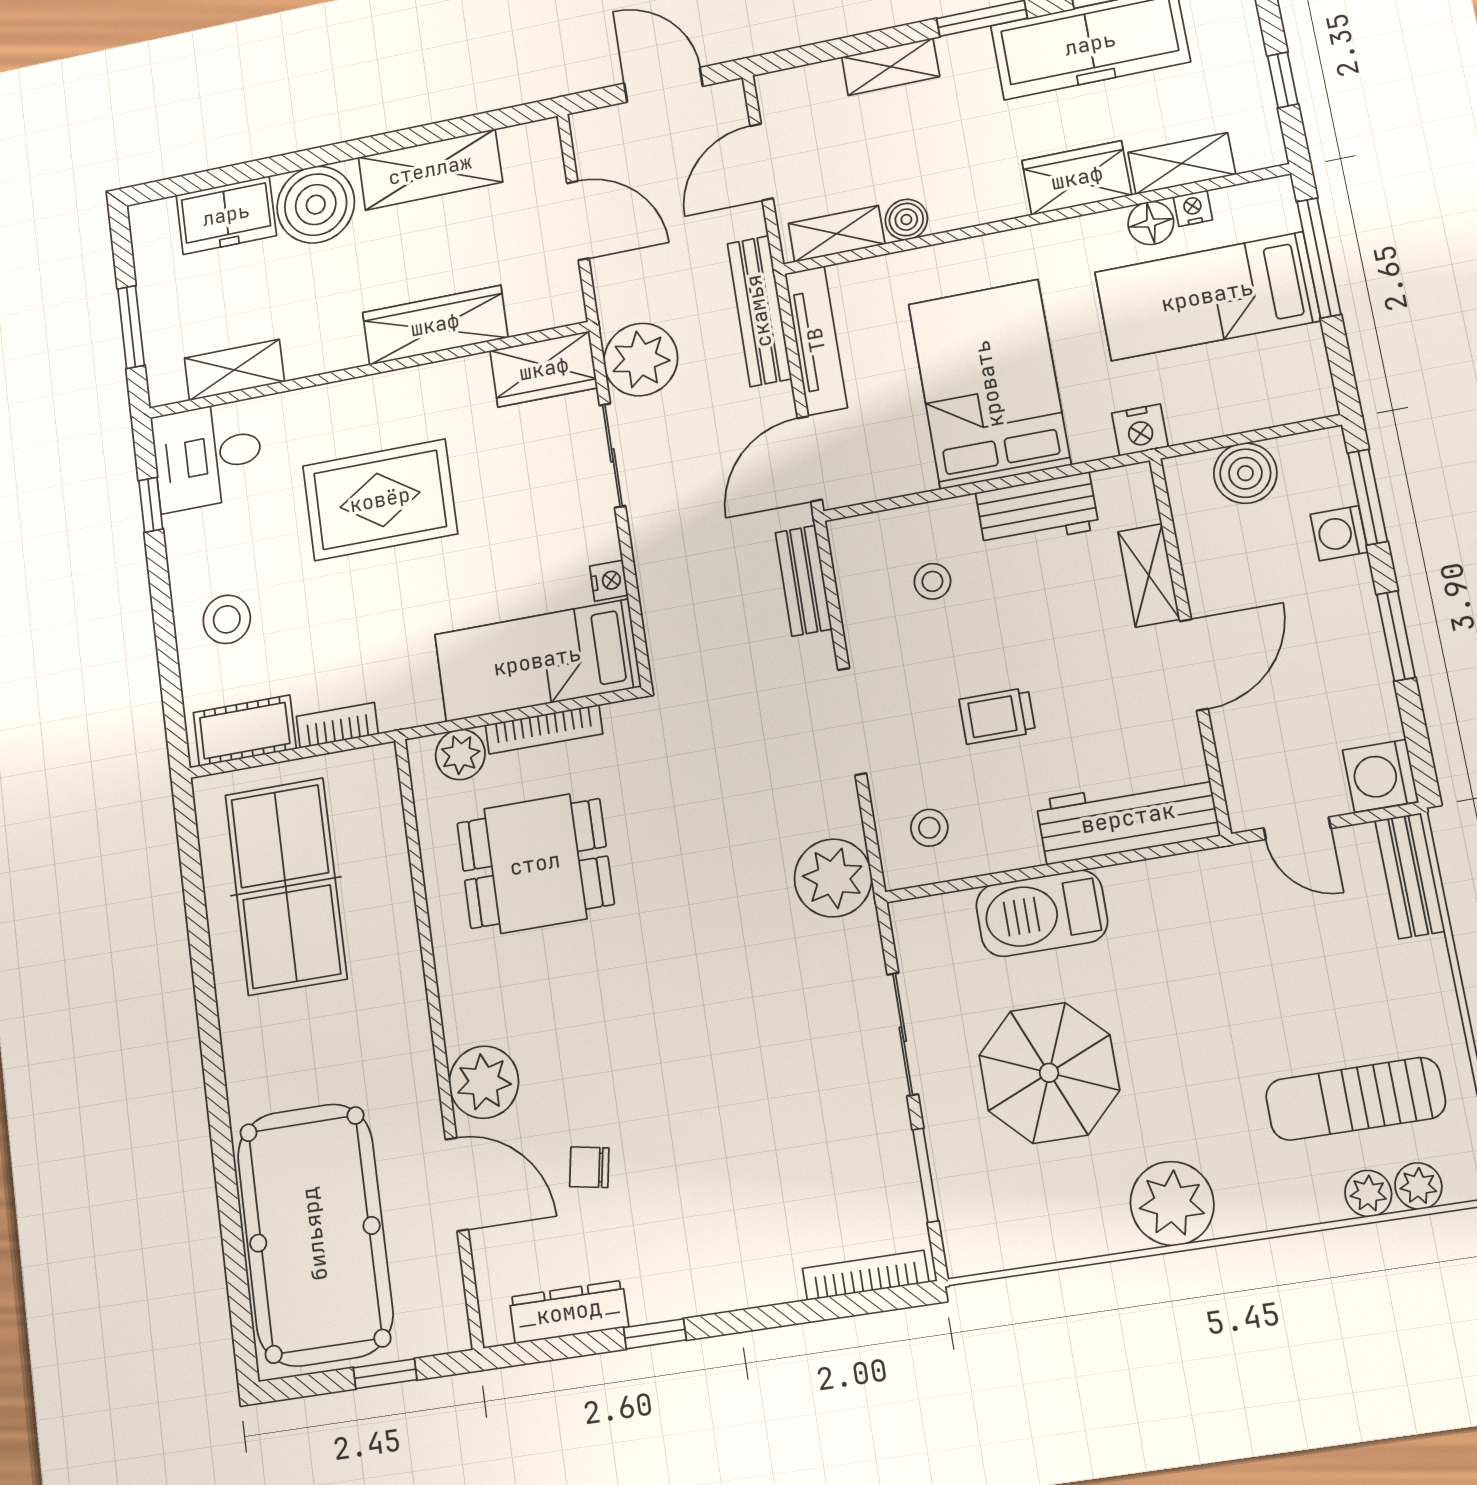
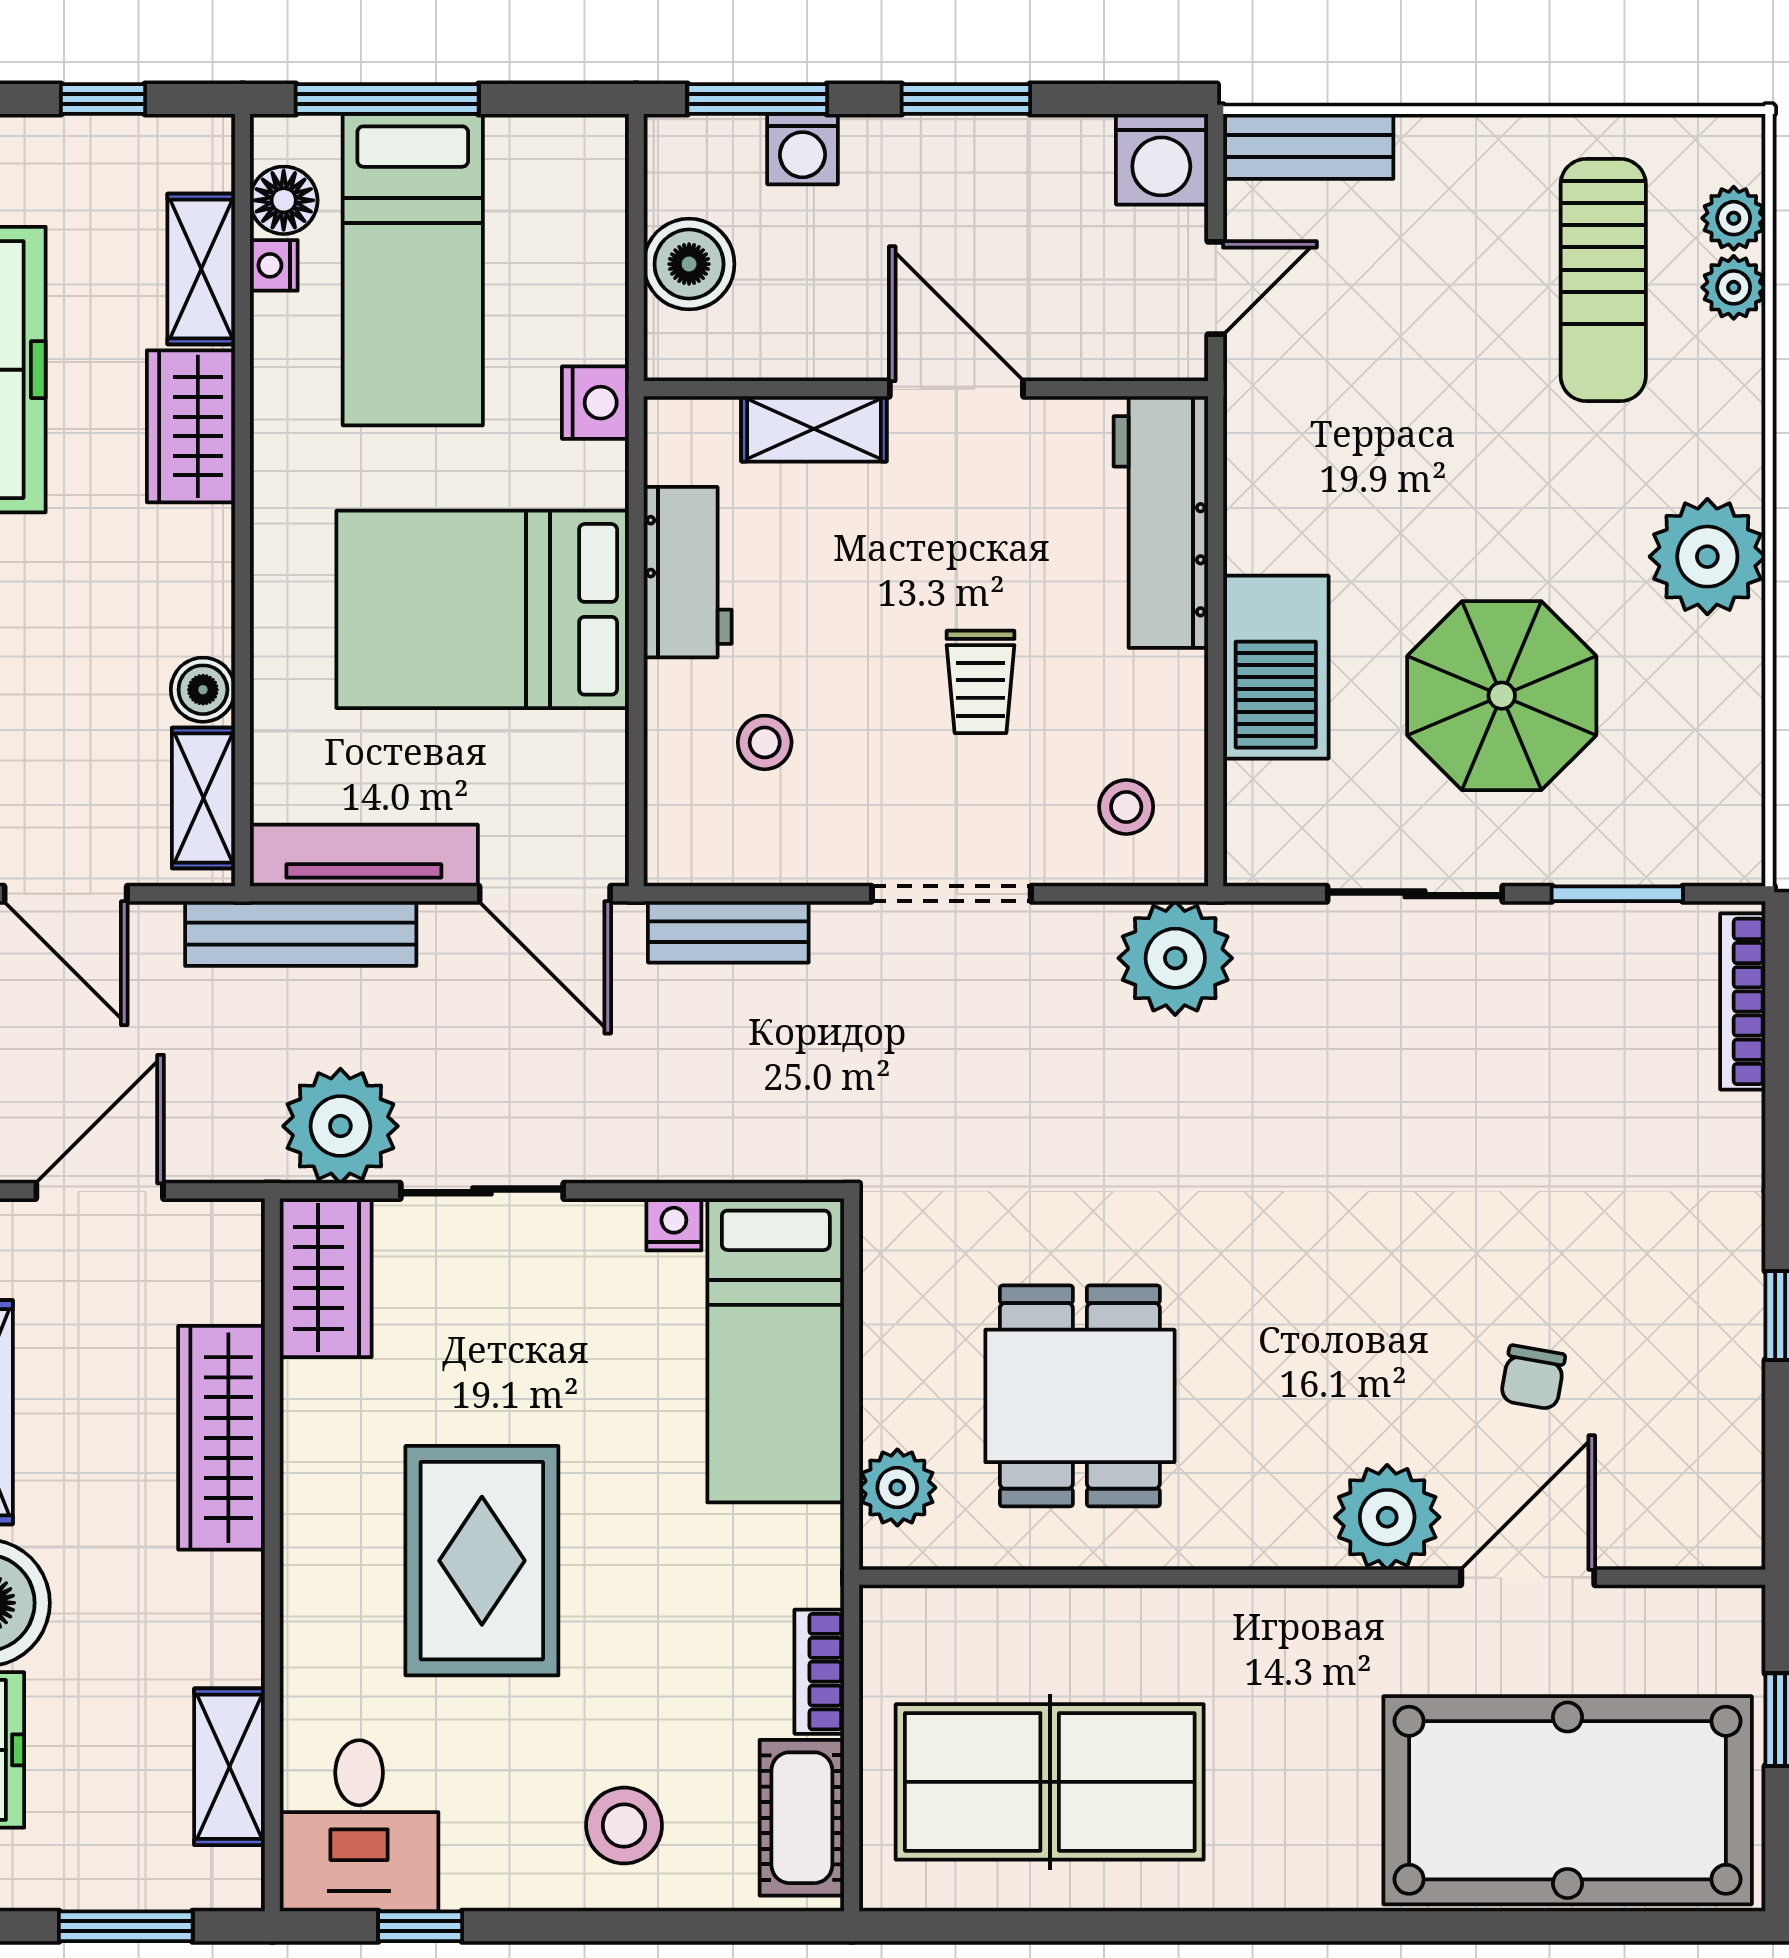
floor lamp: (1151, 223) -> (284, 200), moved
bookcase: (544, 729) -> (882, 1355), removed
dresser: (569, 1312) -> (1732, 1437), removed

